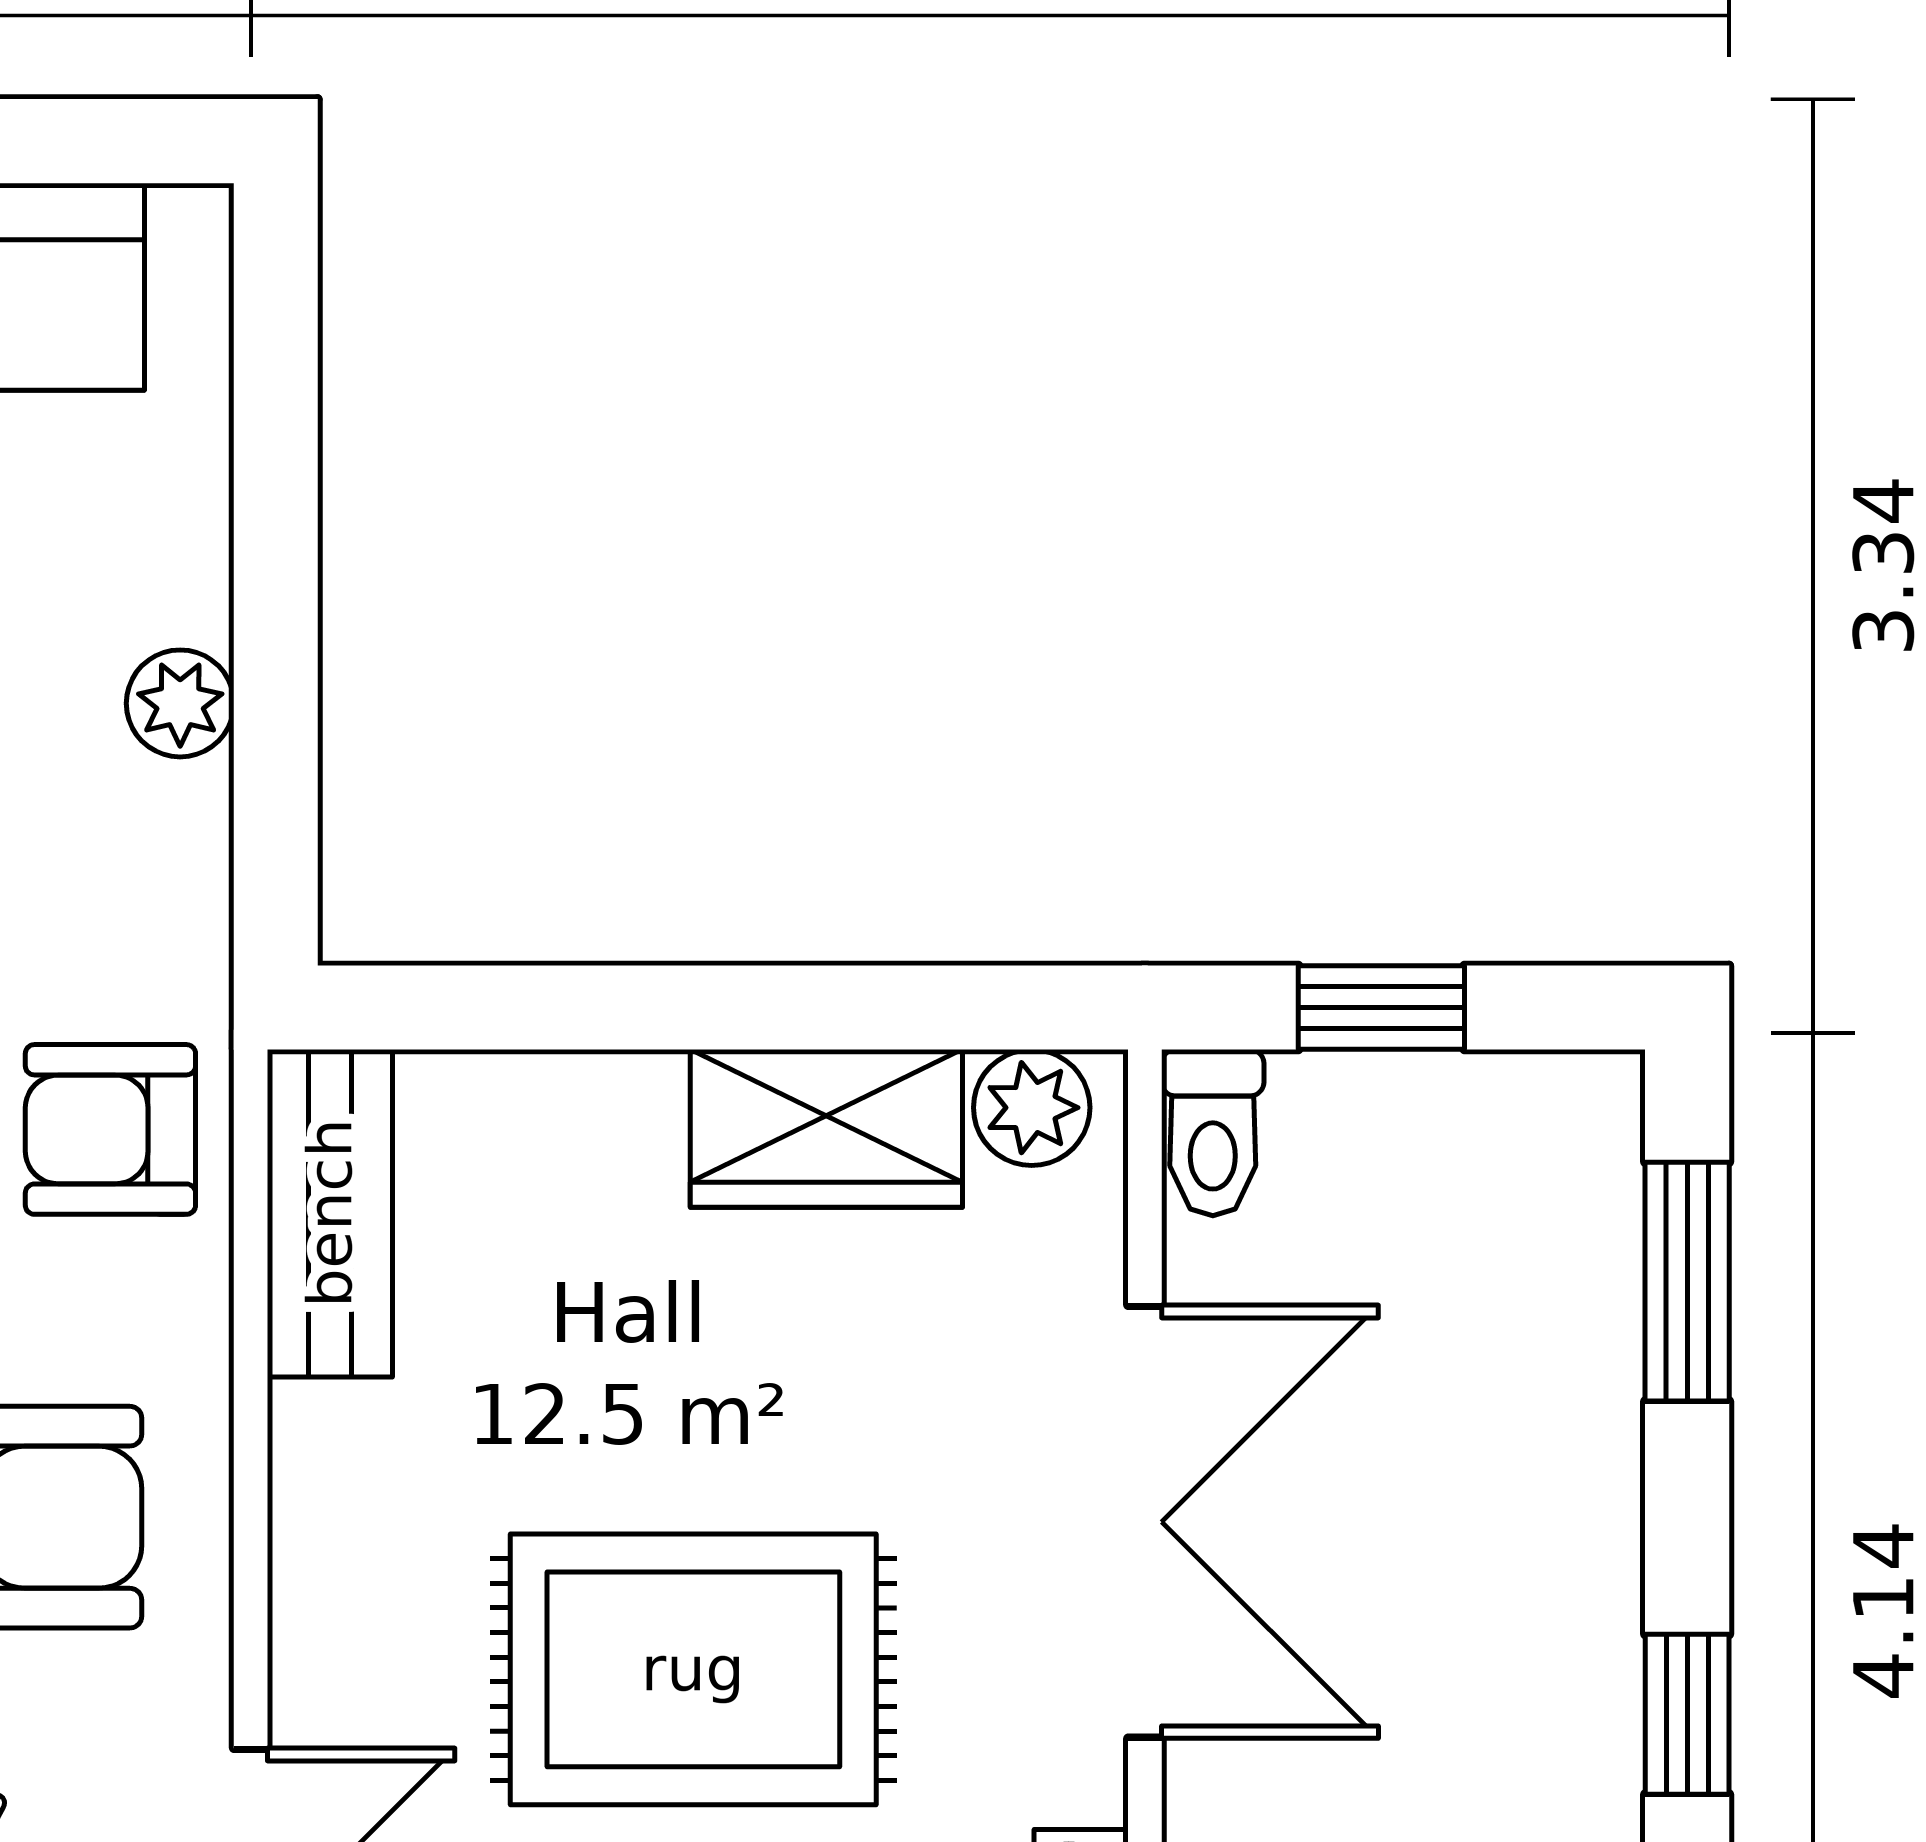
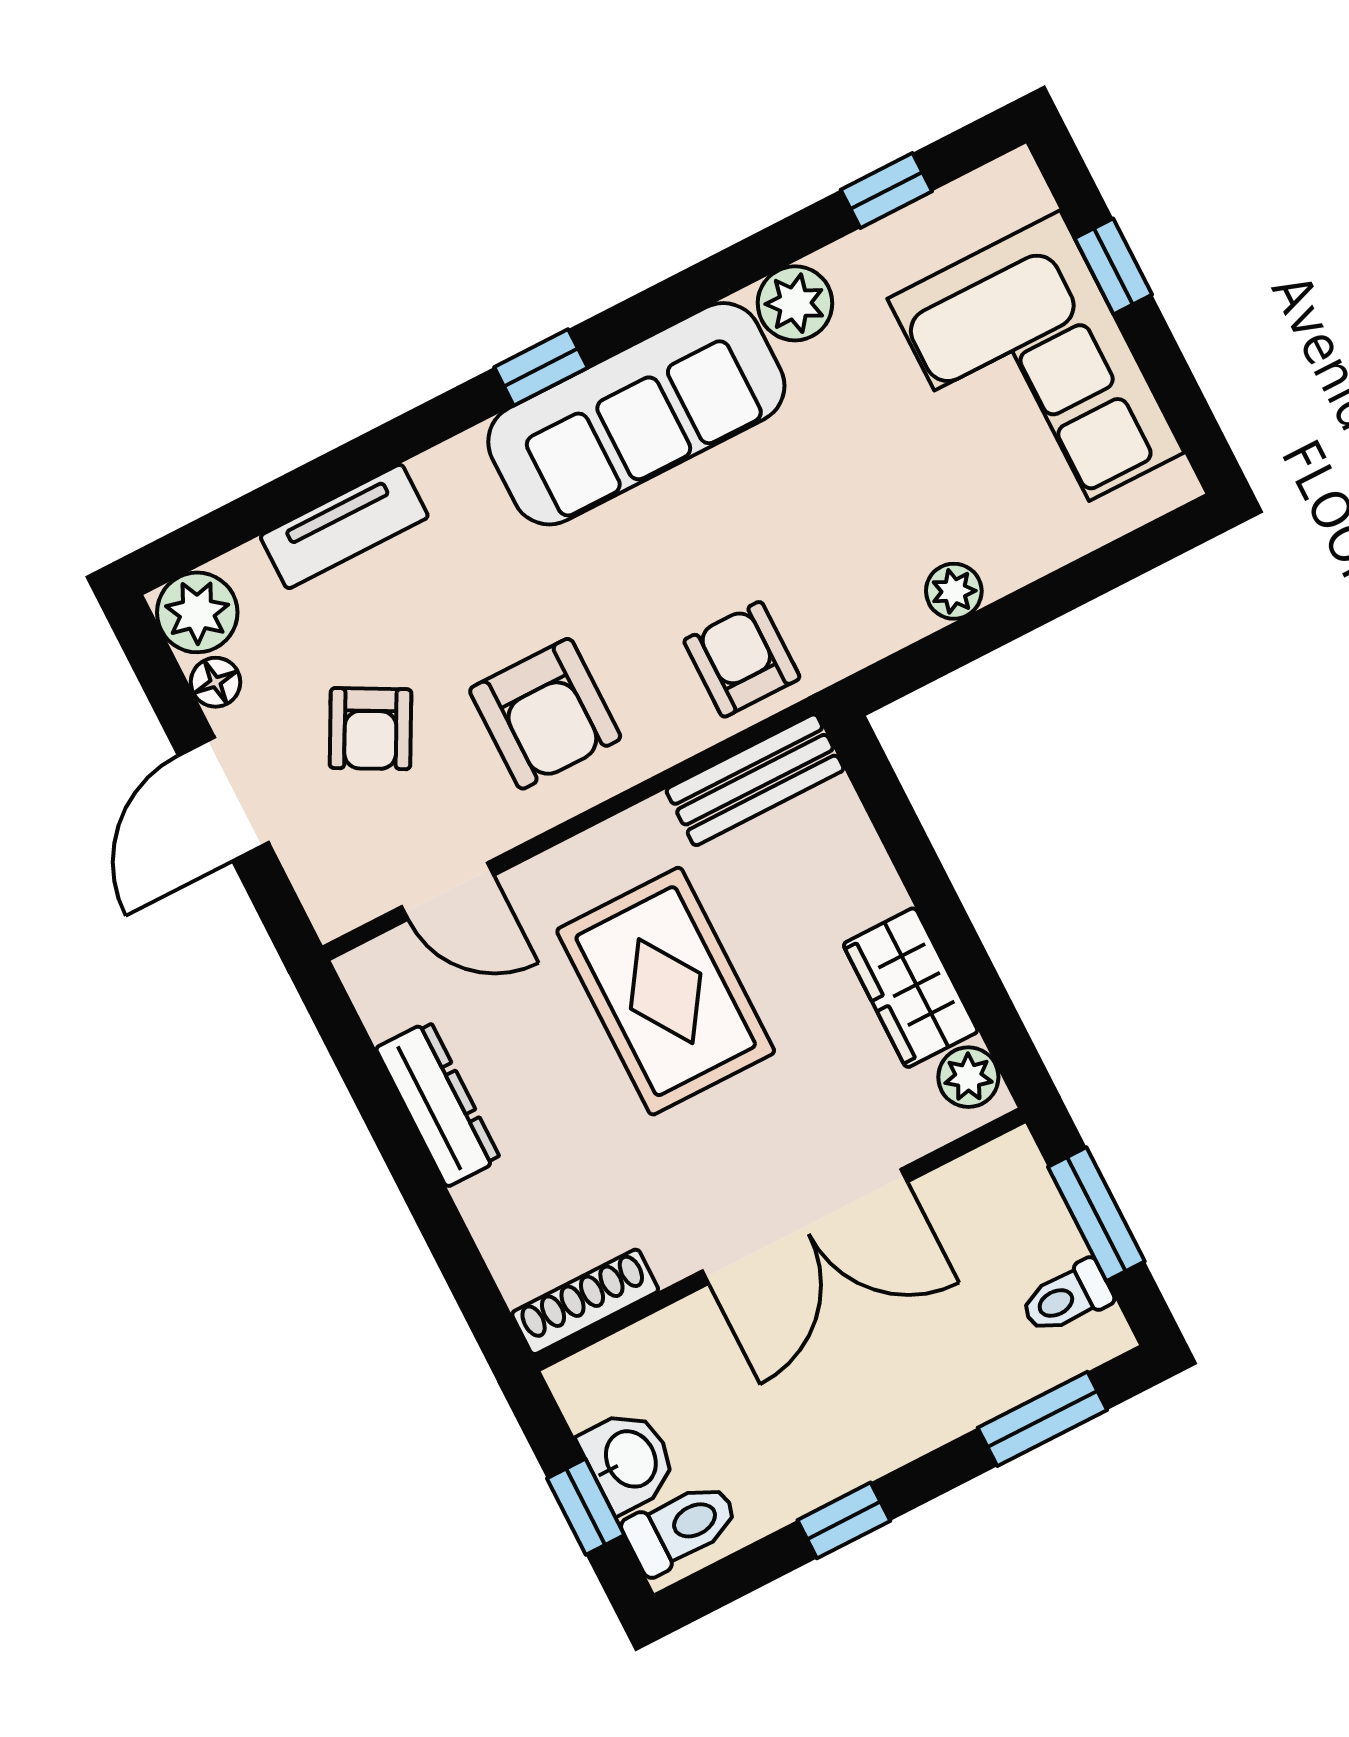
window: (1381, 1008) -> (1096, 1214), width x1.50
toilet: (1213, 1133) -> (1067, 1298), moved
rug: (693, 1669) -> (666, 991), moved

